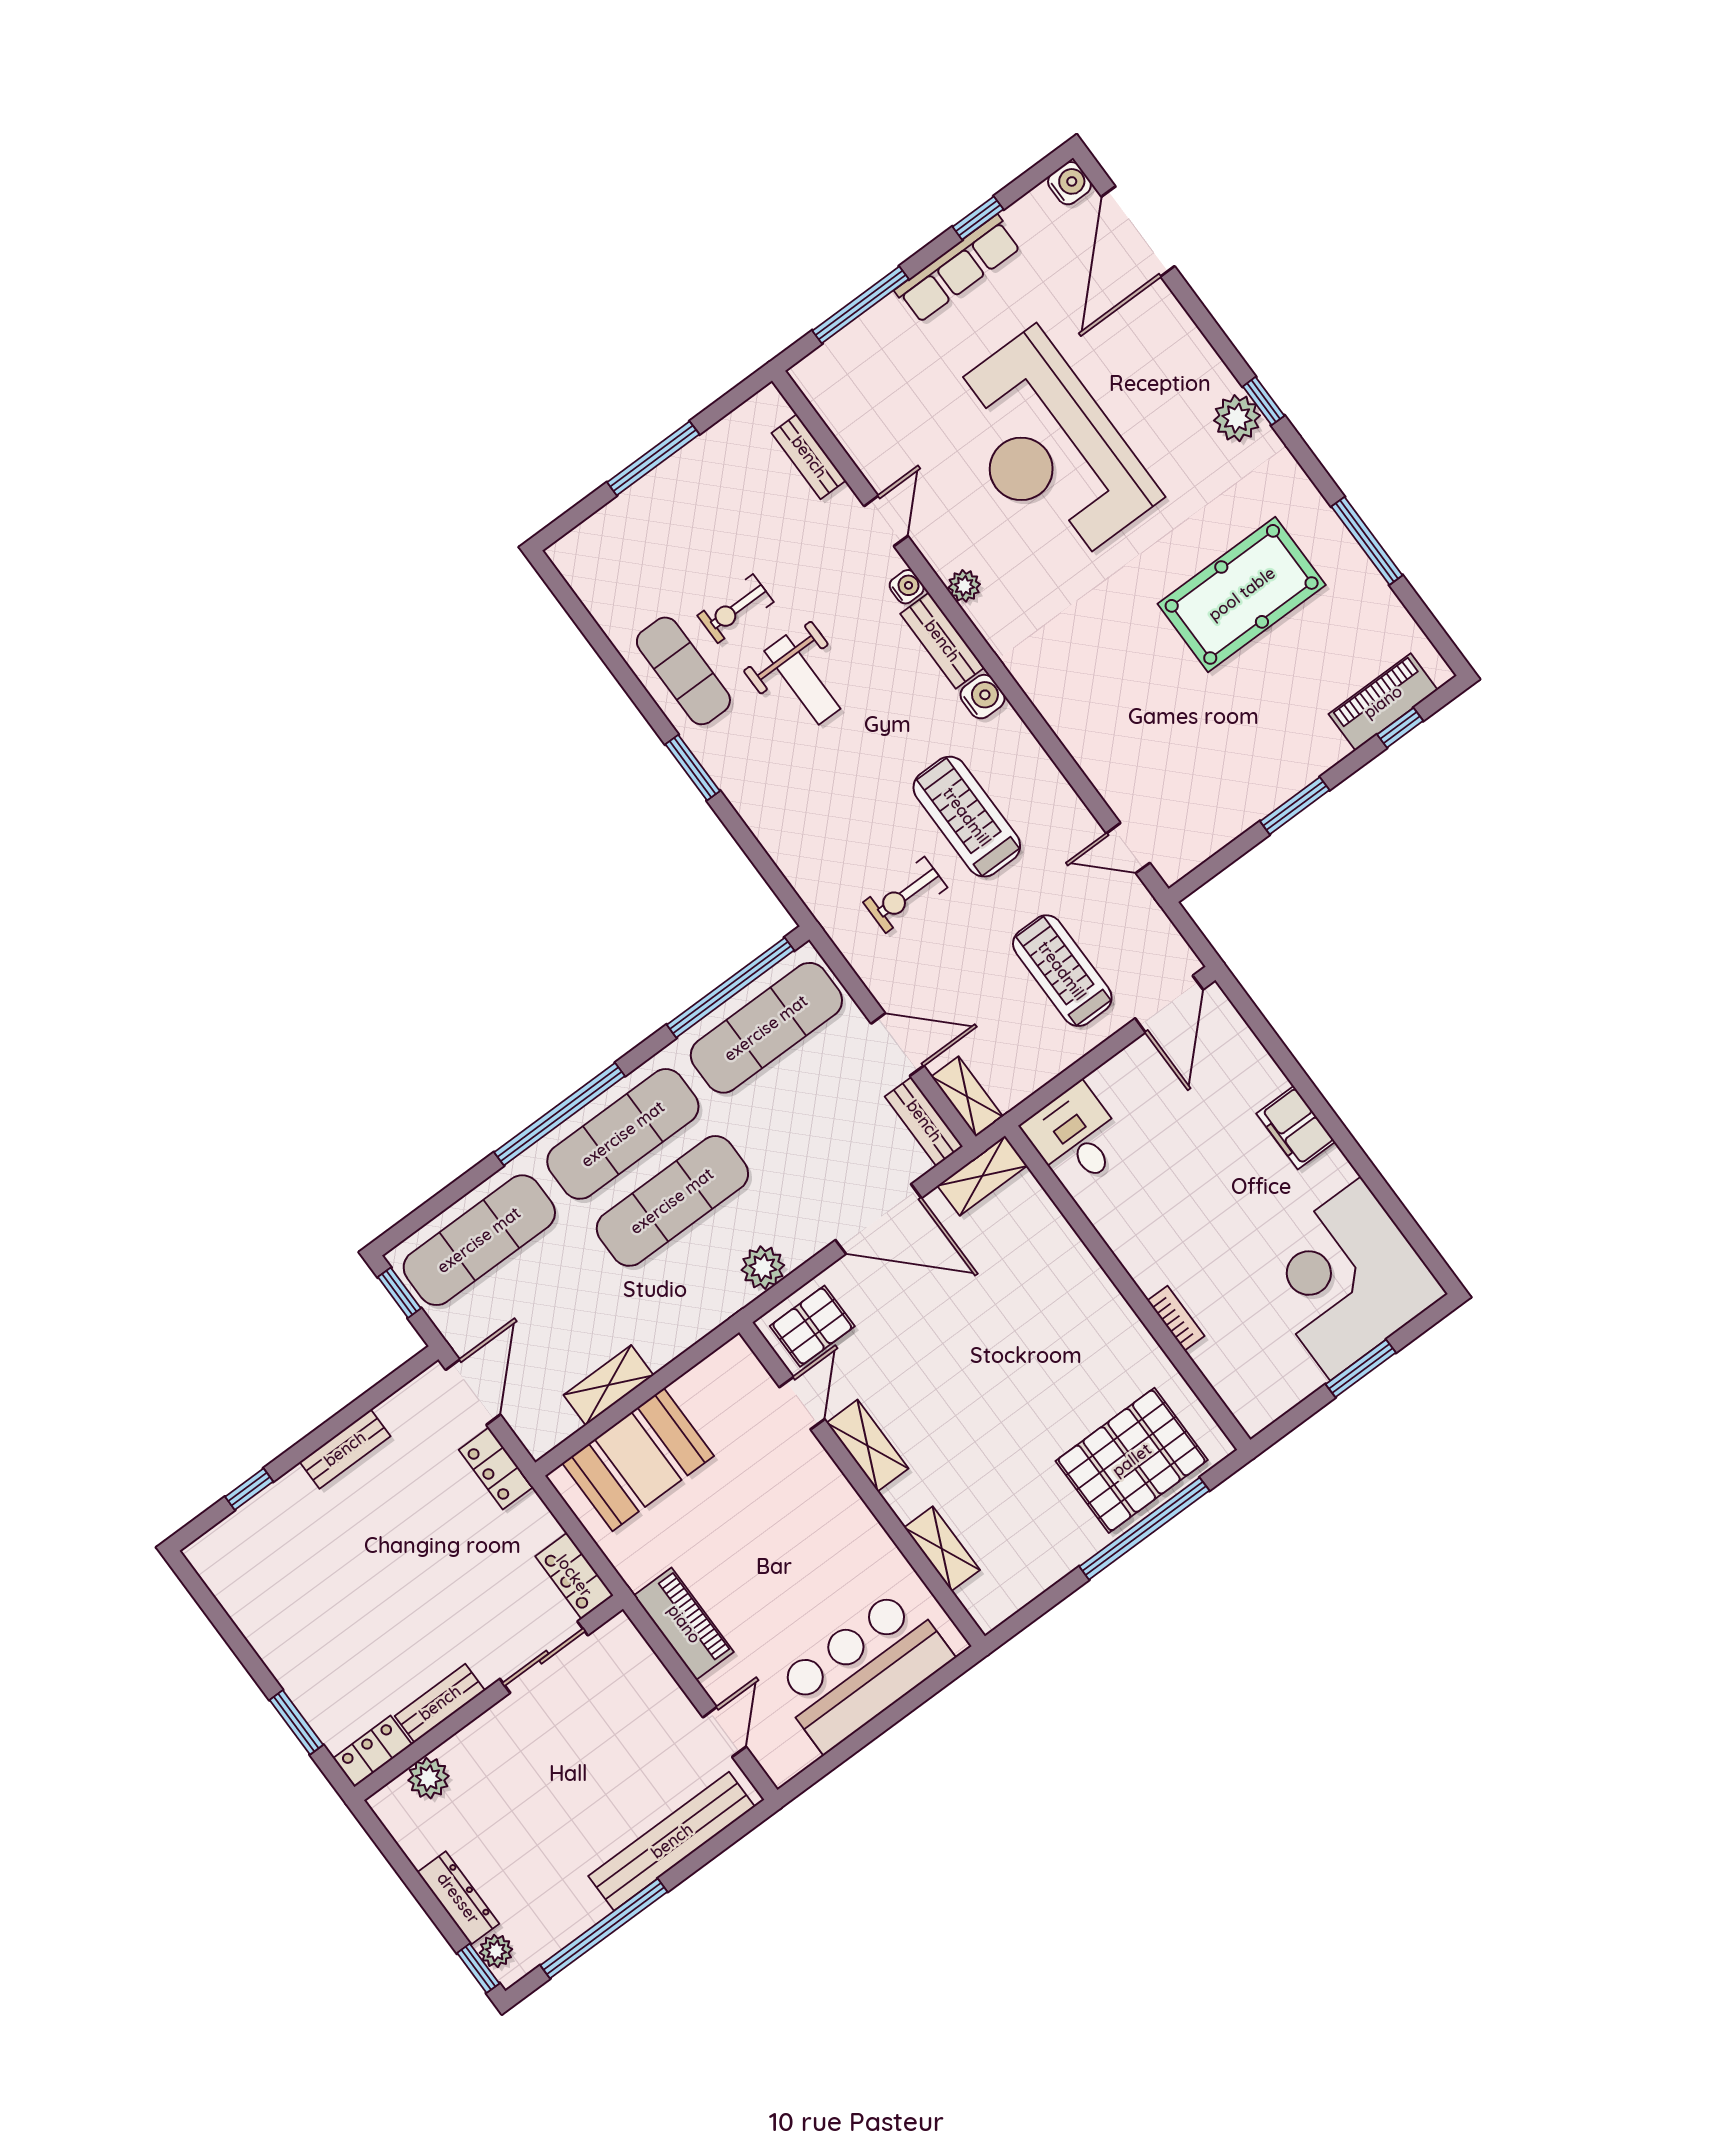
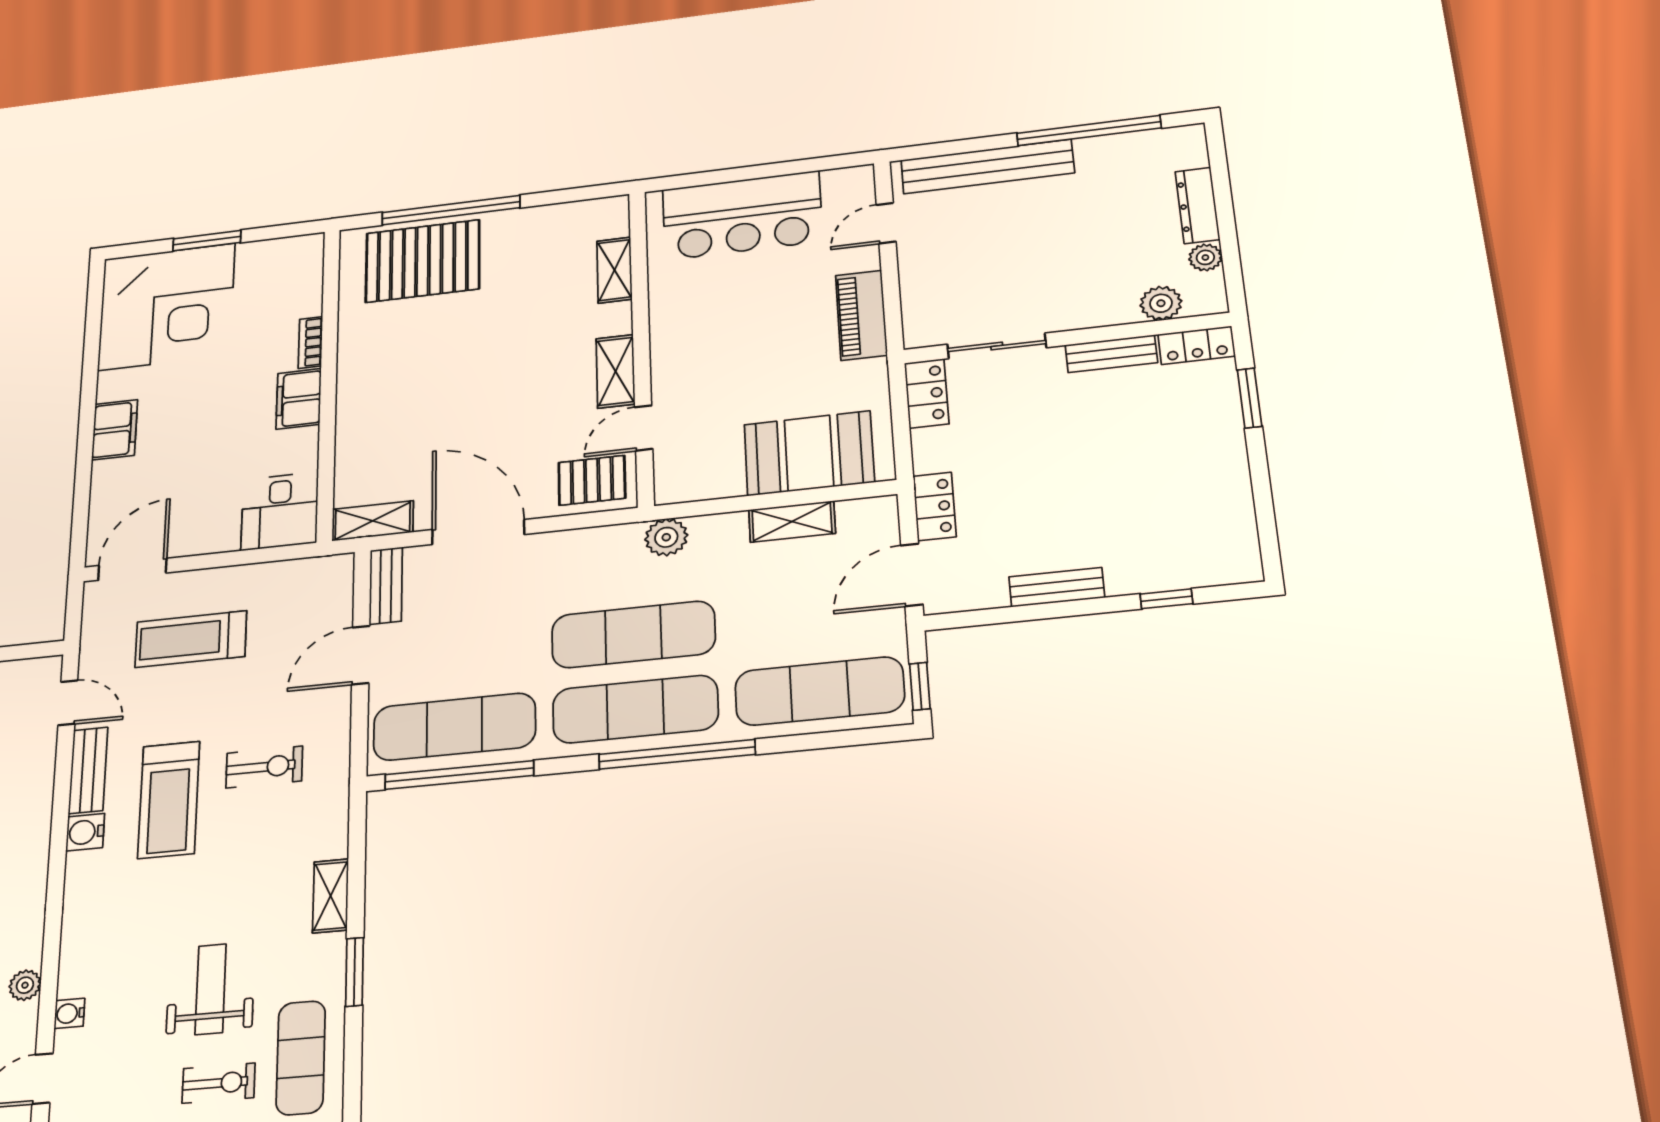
bench: (942, 641) -> (88, 770), moved
water cooler: (982, 697) -> (85, 832), moved
treadmill: (1062, 971) -> (191, 639), turned 90
door: (898, 1045) -> (361, 655), hinge flipped
shelving: (967, 1096) -> (331, 896), moved
filing cabinet: (1143, 1256) -> (299, 399), added
plant: (763, 1268) -> (666, 537), moved
plant: (496, 1951) -> (1205, 257), moved
window: (478, 1968) -> (1216, 148), removed

